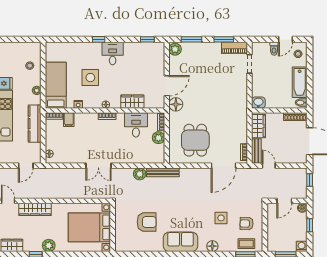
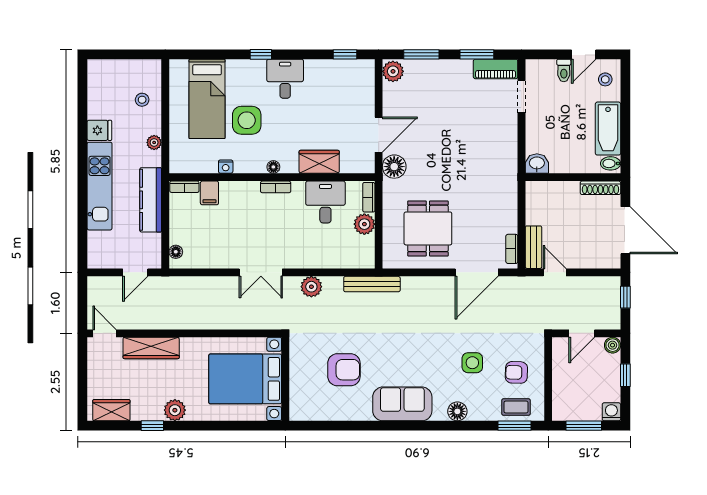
bed: (56, 85) -> (207, 99), moved, turned 180
wardrobe: (259, 126) -> (537, 204), removed
plant: (140, 174) -> (311, 287), moved

